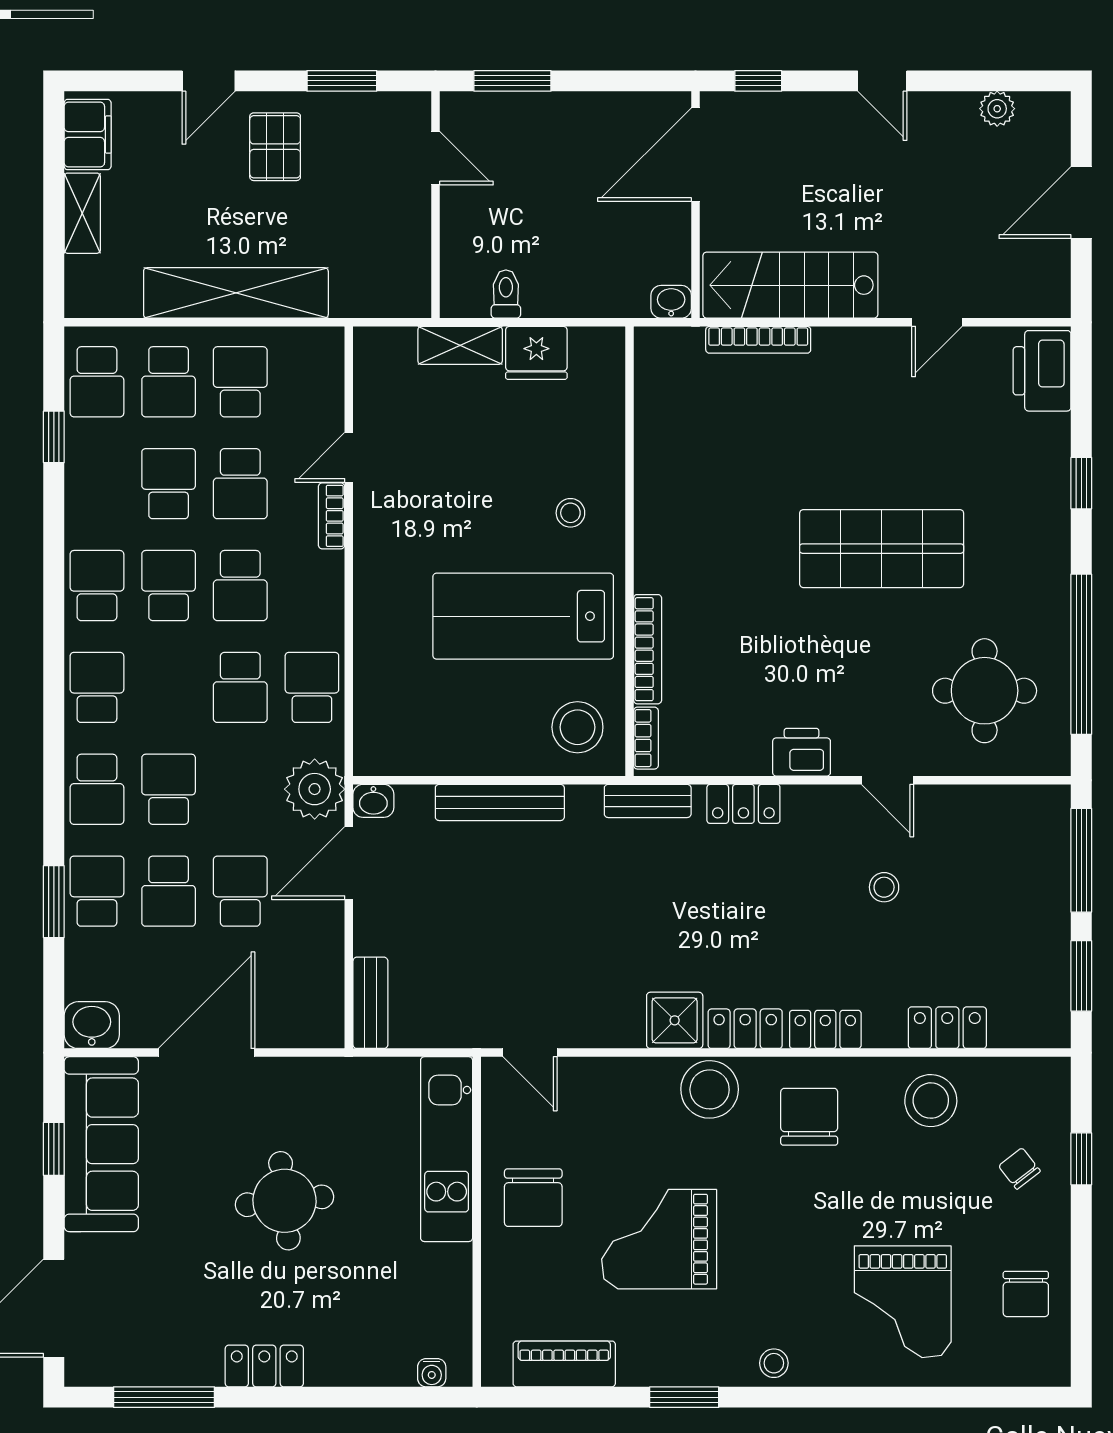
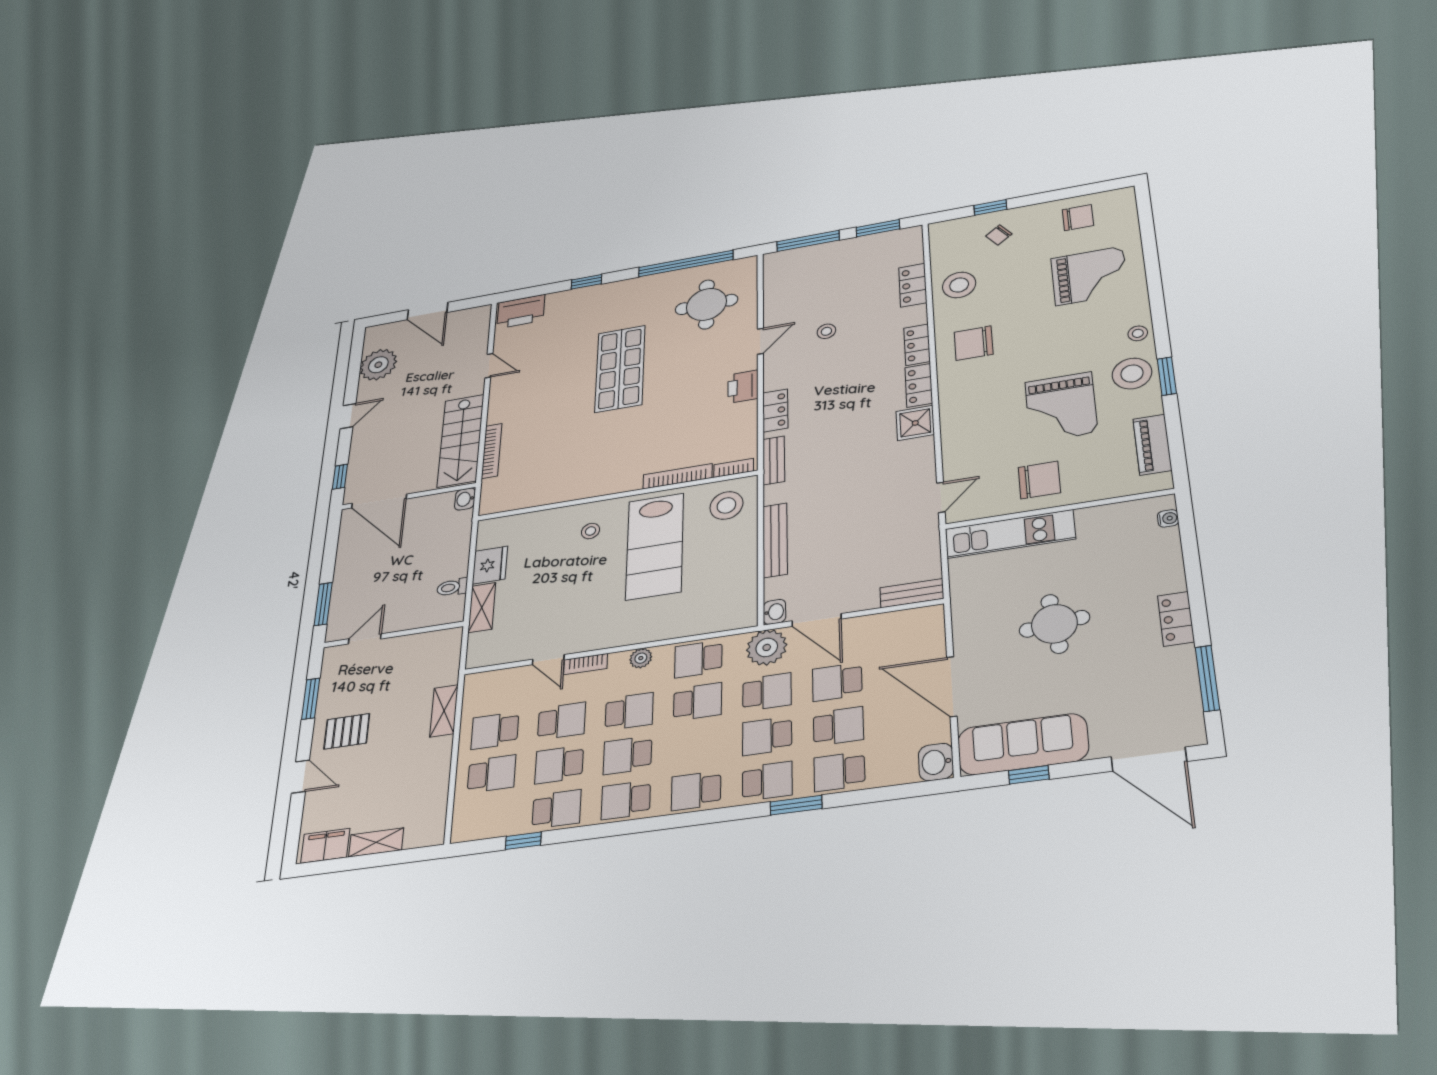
plant: (997, 109) -> (378, 365), width x1.87, depth x1.87
shelving: (236, 293) -> (444, 711), width x0.45, depth x0.75
school desk: (97, 382) -> (557, 809), moved
plant: (328, 600) -> (641, 658), added
school desk: (240, 789) -> (767, 692), added
window: (54, 902) -> (796, 805), moved
stool: (710, 1089) -> (1132, 373), moved

